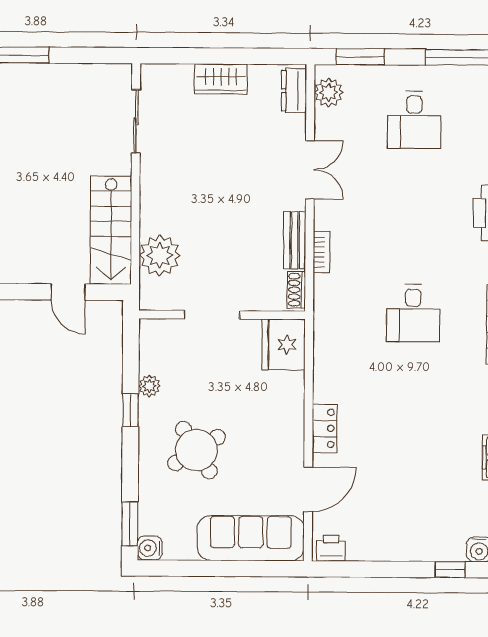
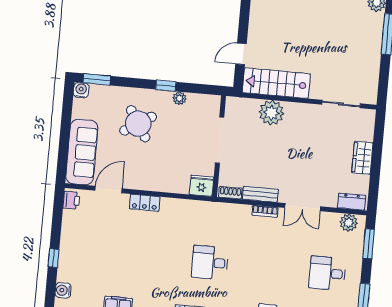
bookcase: (322, 252) -> (265, 211), moved
plant: (160, 255) -> (271, 113), moved
doorway: (212, 315) -> (220, 140), width x1.36
fridge: (284, 345) -> (202, 186), width x0.73, depth x0.75
door: (308, 489) -> (109, 190), swing flipped
window: (450, 570) -> (54, 258), moved

